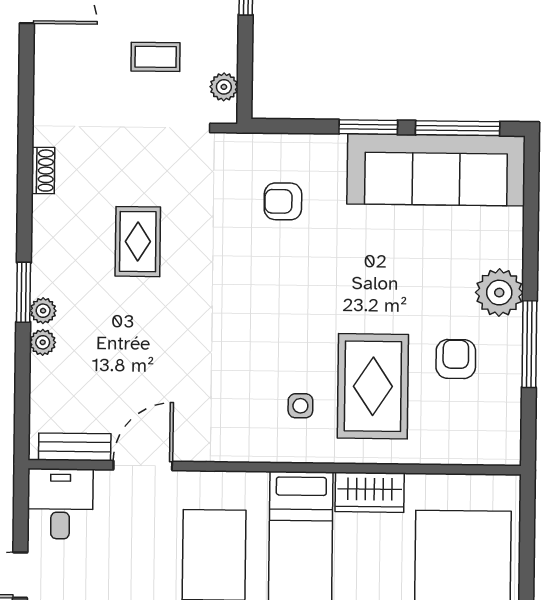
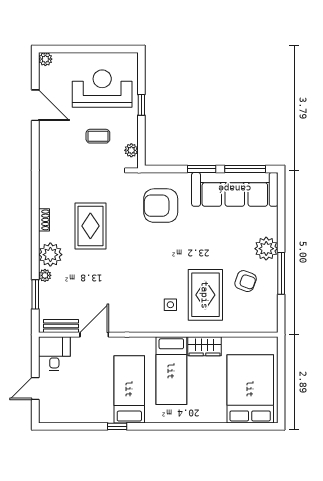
shoe rack: (43, 171) -> (44, 220), moved
armchair: (283, 201) -> (161, 206), width x1.88, depth x1.88
rug: (138, 242) -> (90, 226), width x1.36, depth x1.43
window: (24, 292) -> (35, 294), moved
plant: (43, 311) -> (50, 255), width x1.88, depth x1.88
armchair: (456, 359) -> (246, 281), turned 110

